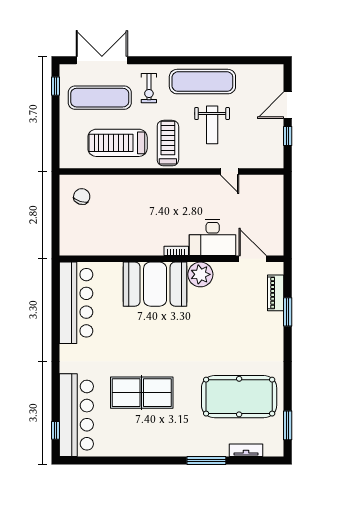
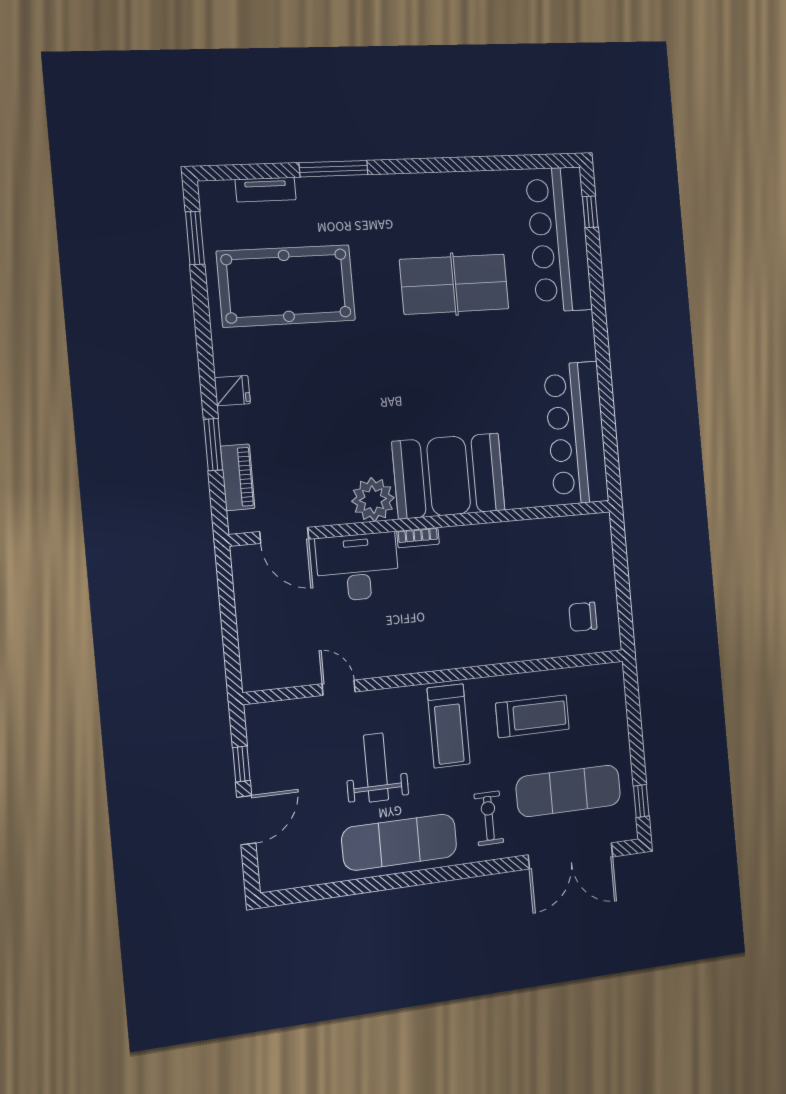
treadmill: (118, 143) -> (533, 716), width x0.73, depth x0.73
chair: (82, 197) -> (583, 617), turned 72
fridge: (274, 341) -> (232, 391), added

